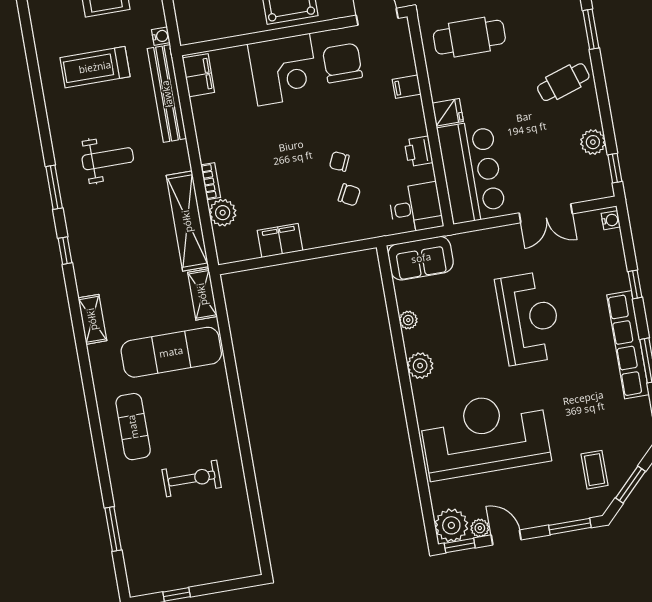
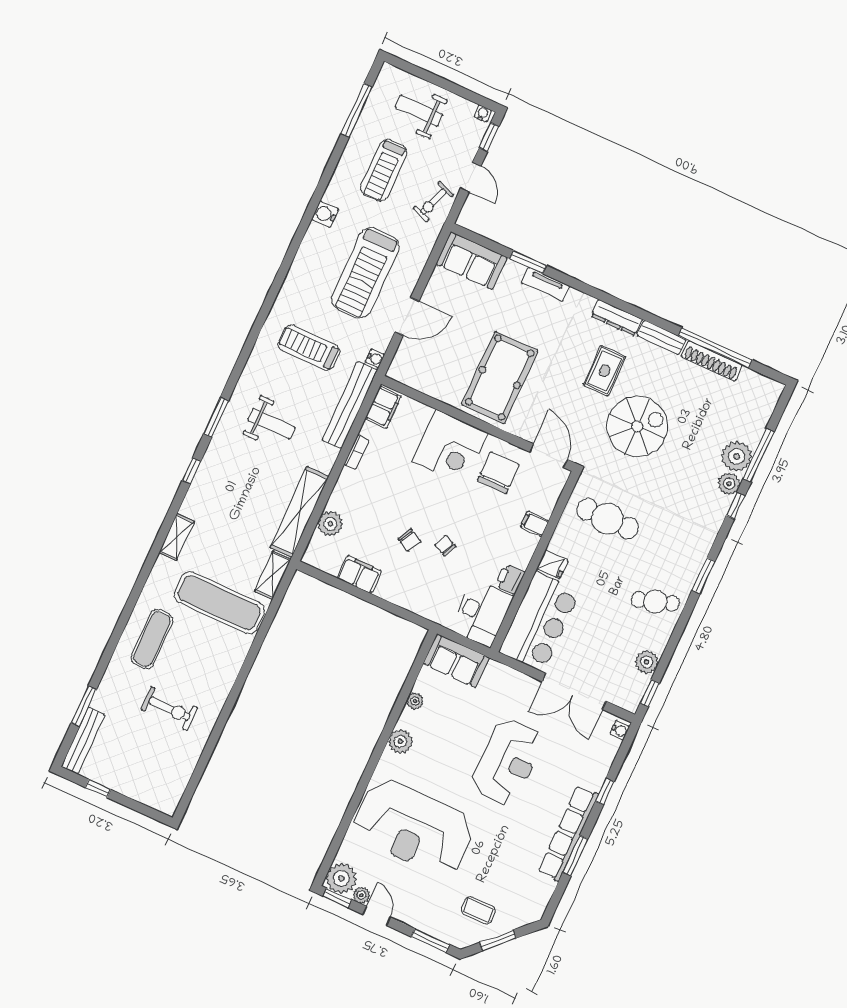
bookcase: (211, 181) -> (357, 452), moved
chair: (349, 195) -> (409, 540), moved
desk: (416, 208) -> (482, 613), width x1.37
double door: (546, 213) -> (574, 691), width x1.37
reception desk: (485, 435) -> (413, 827), turned 180
coffee table: (594, 470) -> (478, 910), turned 90
bench: (133, 561) -> (83, 741), added

